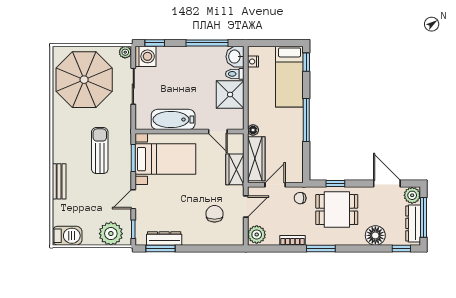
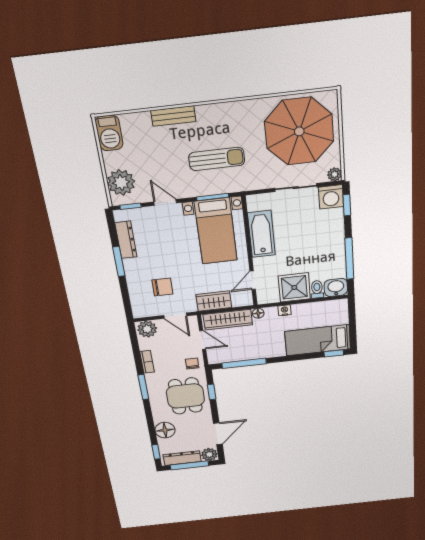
nightstand: (253, 62) -> (285, 310), moved
window: (306, 120) -> (244, 363), moved
window: (161, 248) -> (119, 262), moved

